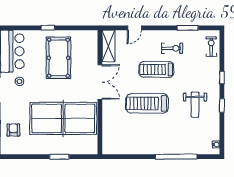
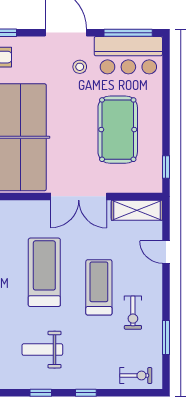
window: (48, 28) -> (166, 167), moved
pool table: (58, 58) -> (118, 130), turned 90

